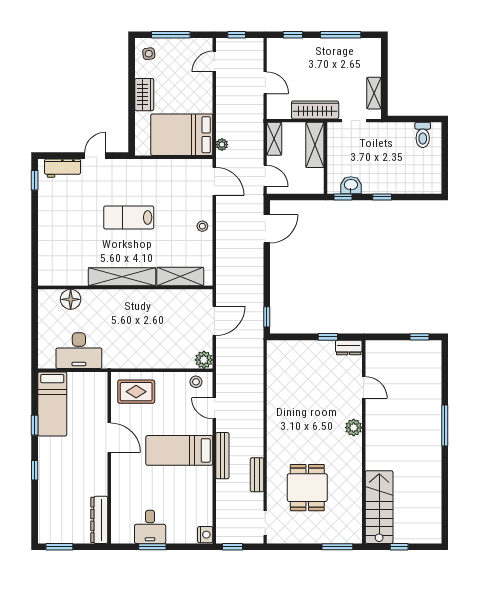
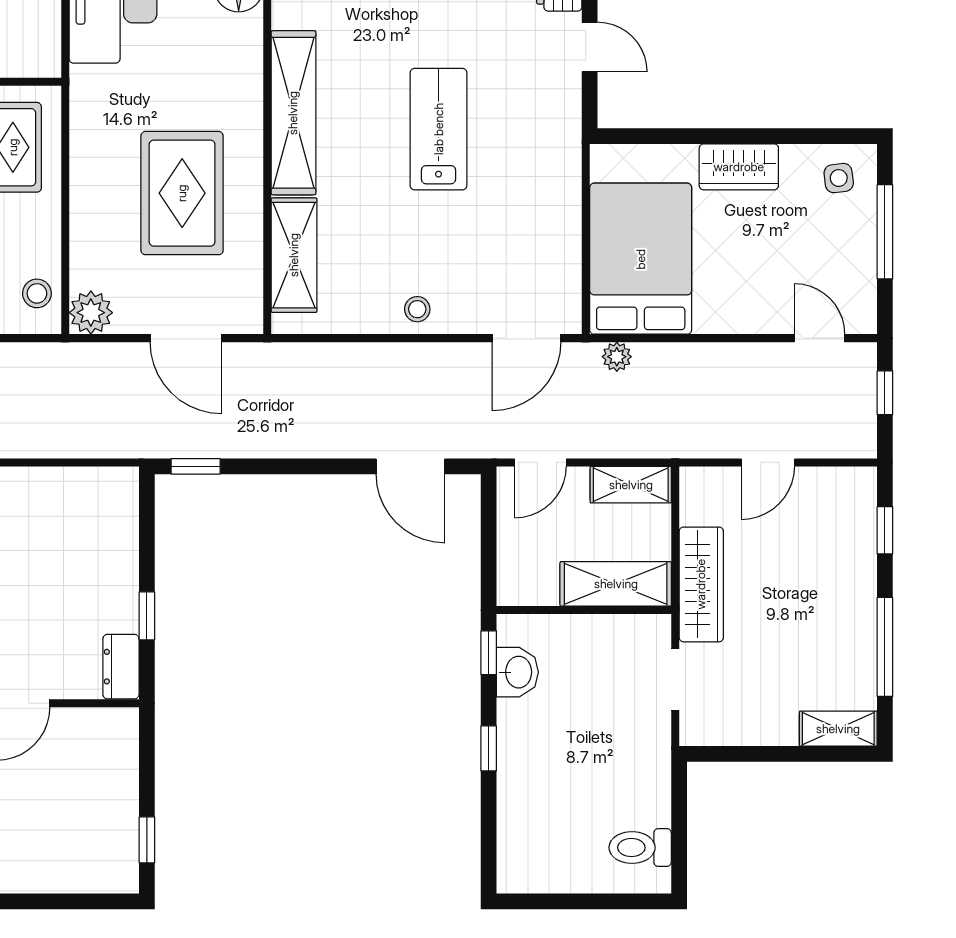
shelving: (374, 93) -> (838, 729), moved
rug: (155, 322) -> (182, 193), added

